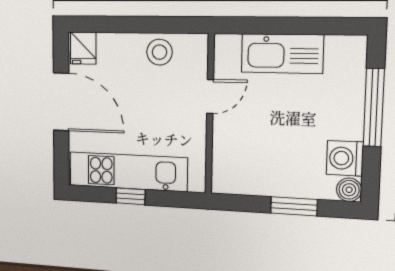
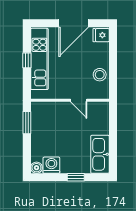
kitchen sink: (282, 54) -> (100, 154), moved
window: (374, 108) -> (76, 177), width x0.46
window: (294, 206) -> (27, 123), moved

